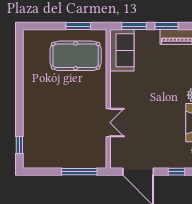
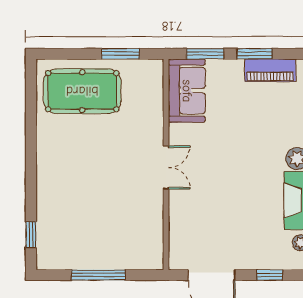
pool table: (76, 56) -> (82, 91), moved
double door: (108, 123) -> (166, 167), moved
window: (79, 172) -> (98, 275), moved

